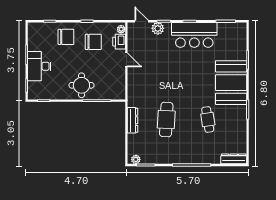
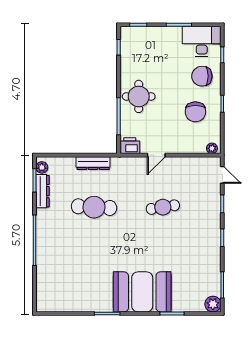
door: (141, 21) -> (222, 175), hinge flipped
plant: (158, 28) -> (213, 304), moved
bar counter: (194, 35) -> (205, 244), removed
chair: (66, 37) -> (202, 76), turned 90
printer: (119, 42) -> (130, 146), moved
door: (126, 60) -> (156, 155), moved
desk: (39, 66) -> (202, 41), moved
cafe table: (208, 119) -> (163, 207), moved
dresser: (234, 159) -> (43, 191), moved

